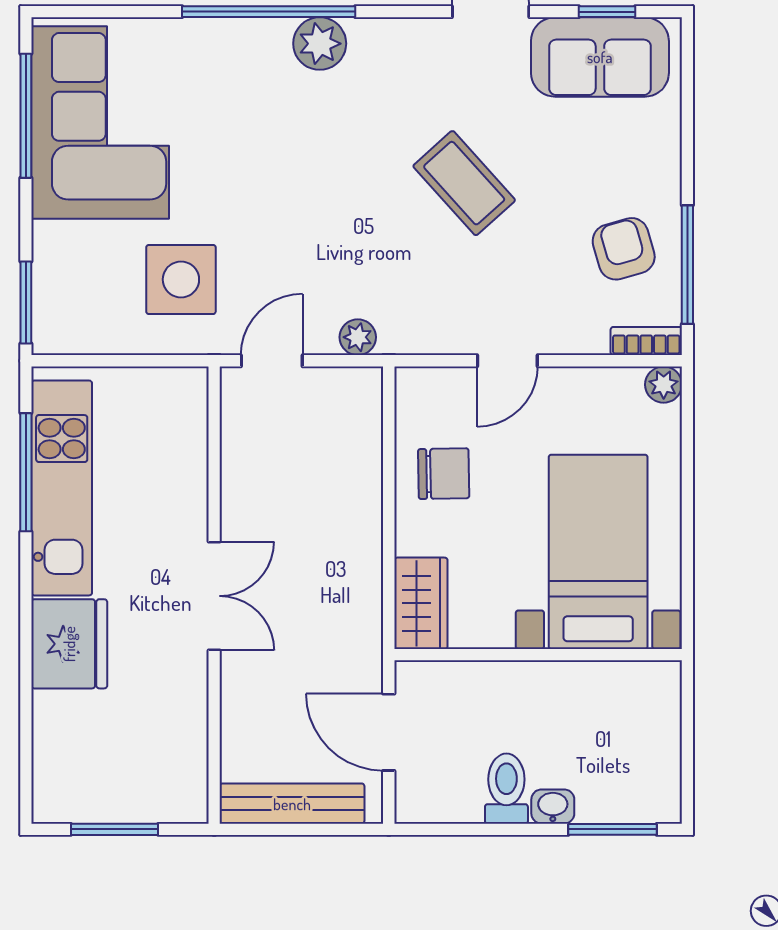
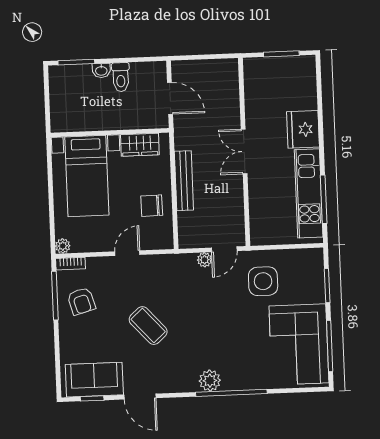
window: (26, 303) -> (327, 286), moved
plant: (358, 337) -> (205, 260), moved
wardrobe: (421, 603) -> (140, 145), moved, turned -90
bench: (292, 804) -> (184, 181), moved, turned 90

